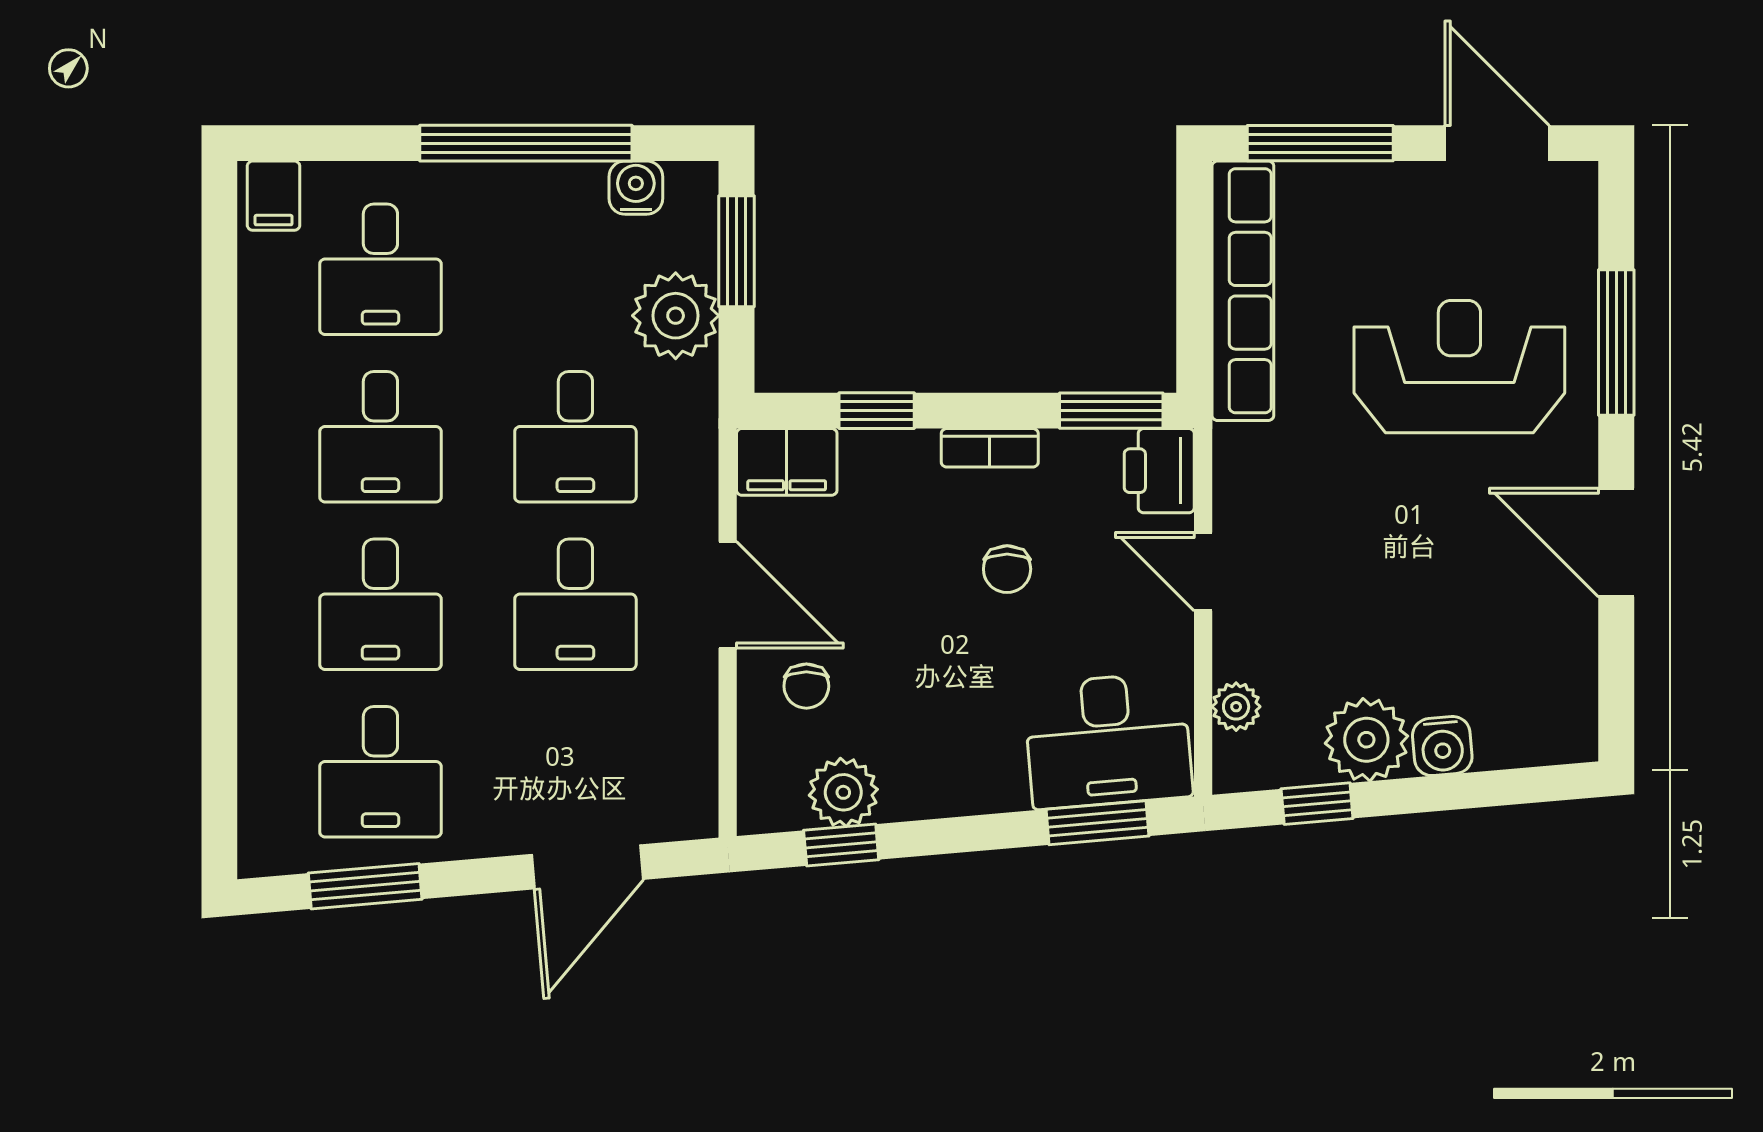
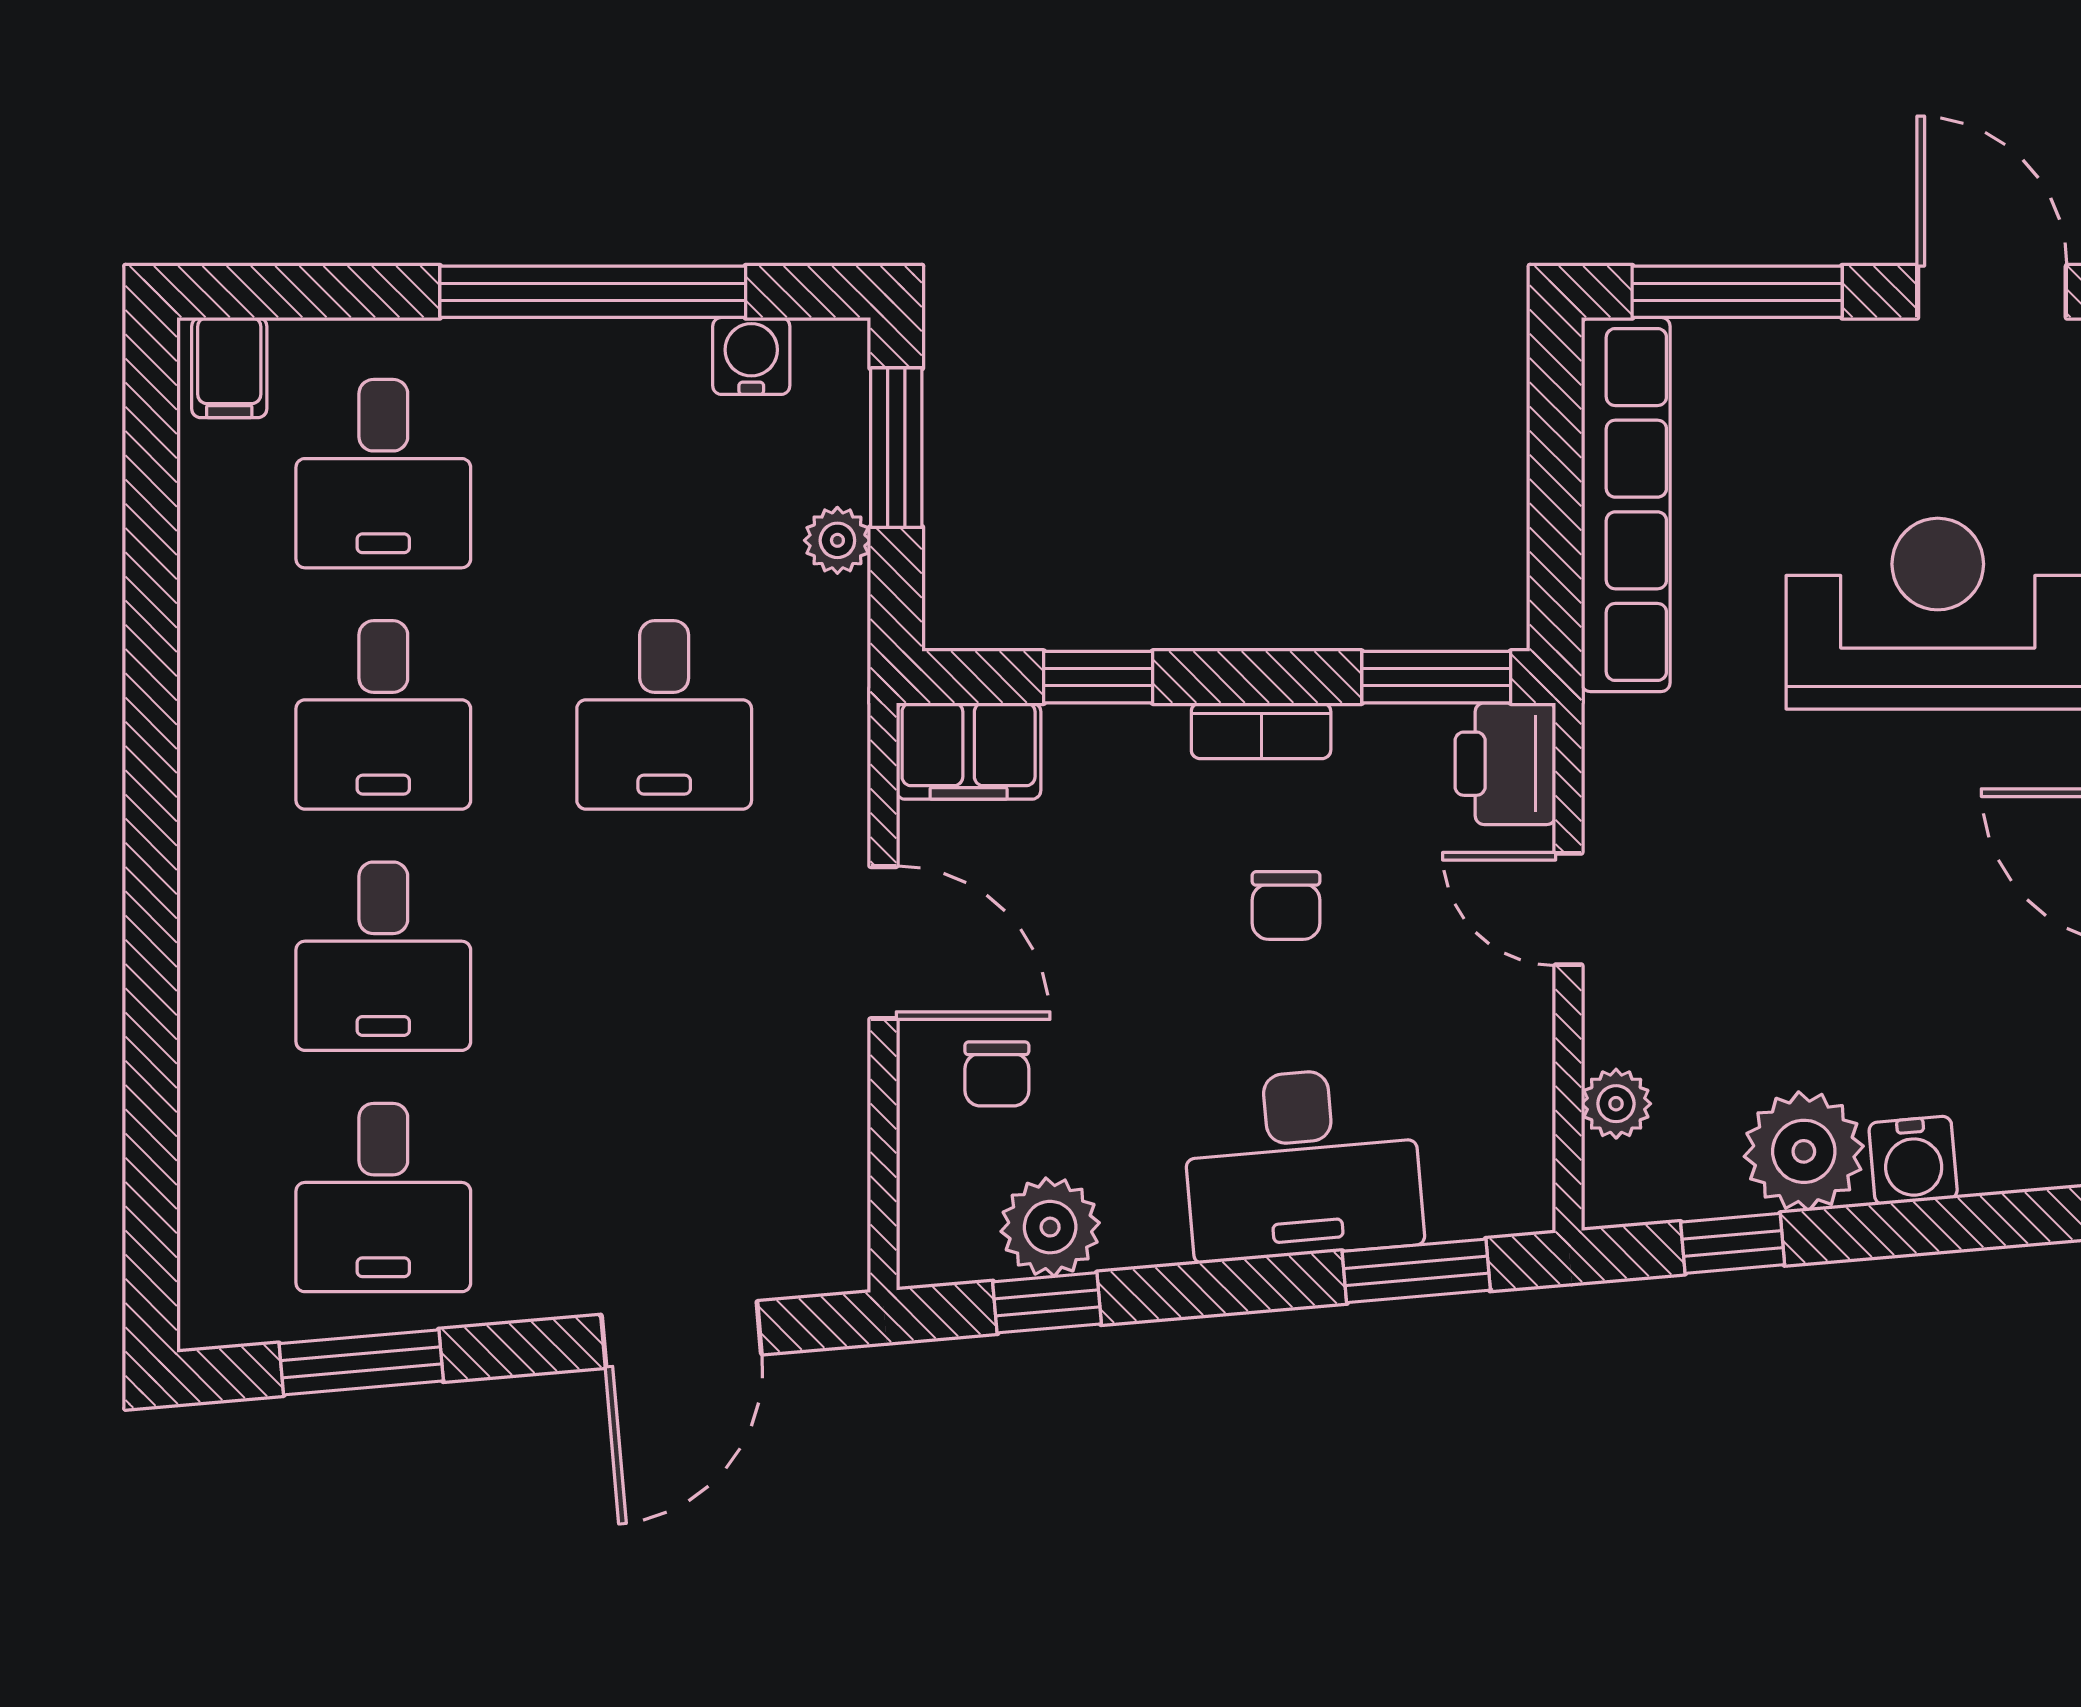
plant: (676, 316) -> (837, 540), width x0.53, depth x0.53
desk: (575, 604) -> (664, 956), removed
desk: (1108, 741) -> (1302, 1164), moved

